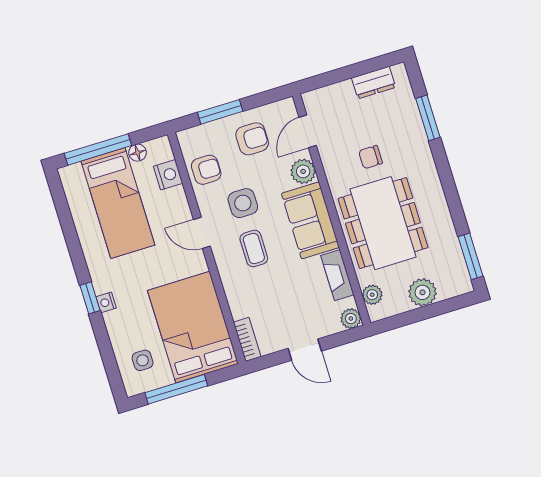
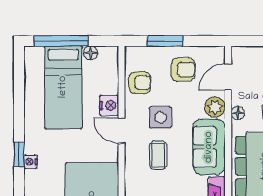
floor lamp: (332, 170) -> (238, 113), added
nightstand: (168, 175) -> (109, 105), moved

